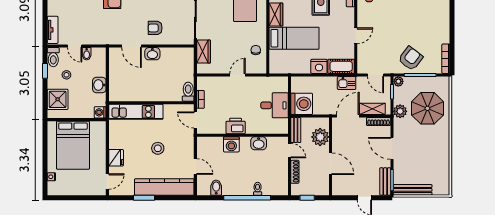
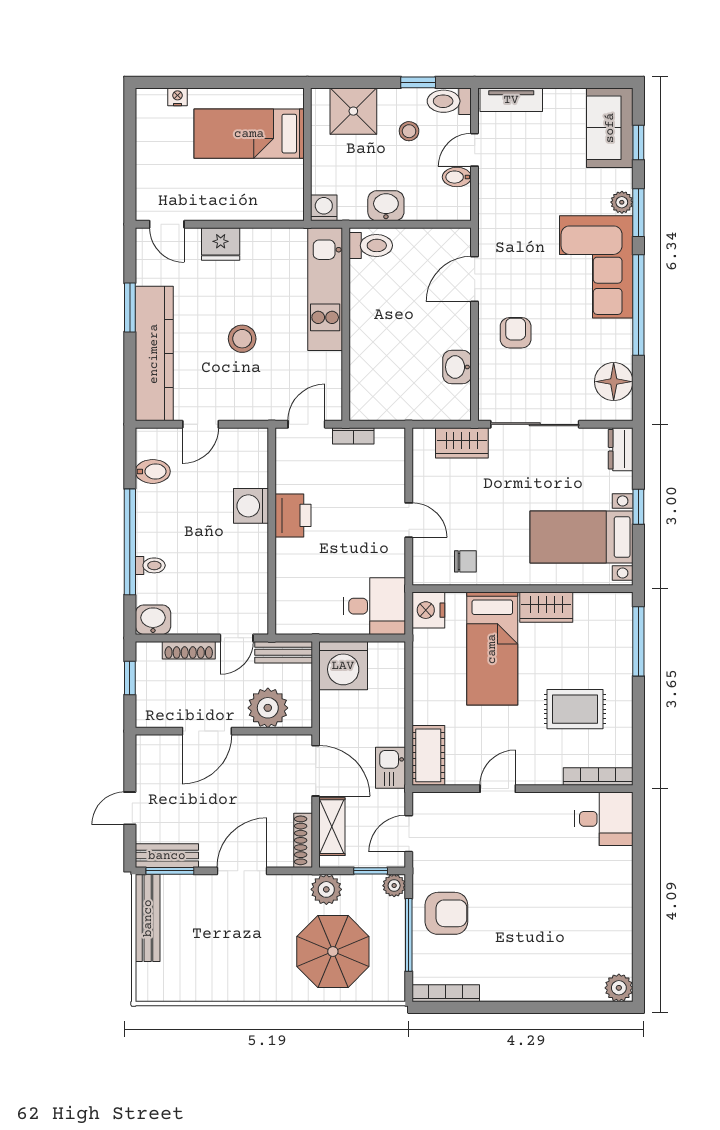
door: (356, 36) -> (498, 789), swing flipped
washbasin: (152, 54) -> (457, 367), moved
armchair: (411, 58) -> (446, 913), turned -37
nightstand: (319, 66) -> (428, 610), moved
toilet: (188, 92) -> (371, 245), moved
desk: (274, 105) -> (375, 606), moved, turned -90
washbasin: (259, 143) -> (153, 620), moved, turned 90
bed: (73, 145) -> (249, 134), width x0.67

